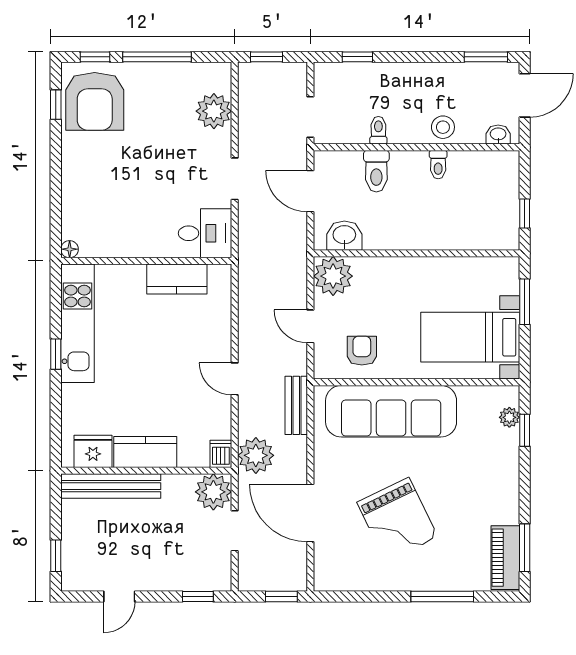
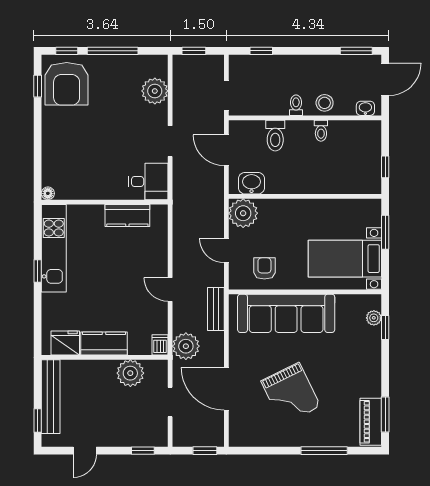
toilet: (378, 130) -> (296, 105), moved
bench: (111, 486) -> (51, 397), moved, turned 90
plant: (213, 492) -> (130, 373), moved

